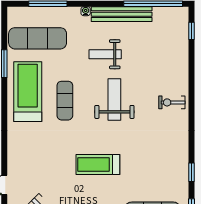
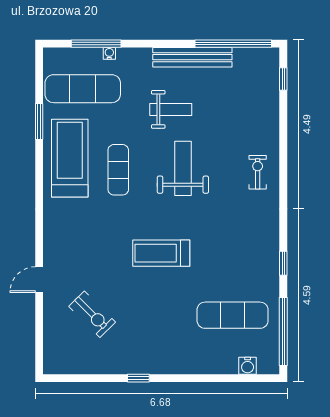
water cooler: (86, 11) -> (109, 53), moved
weight bench: (105, 54) -> (171, 109), turned 180
exercise bike: (172, 102) -> (258, 172), turned 90

